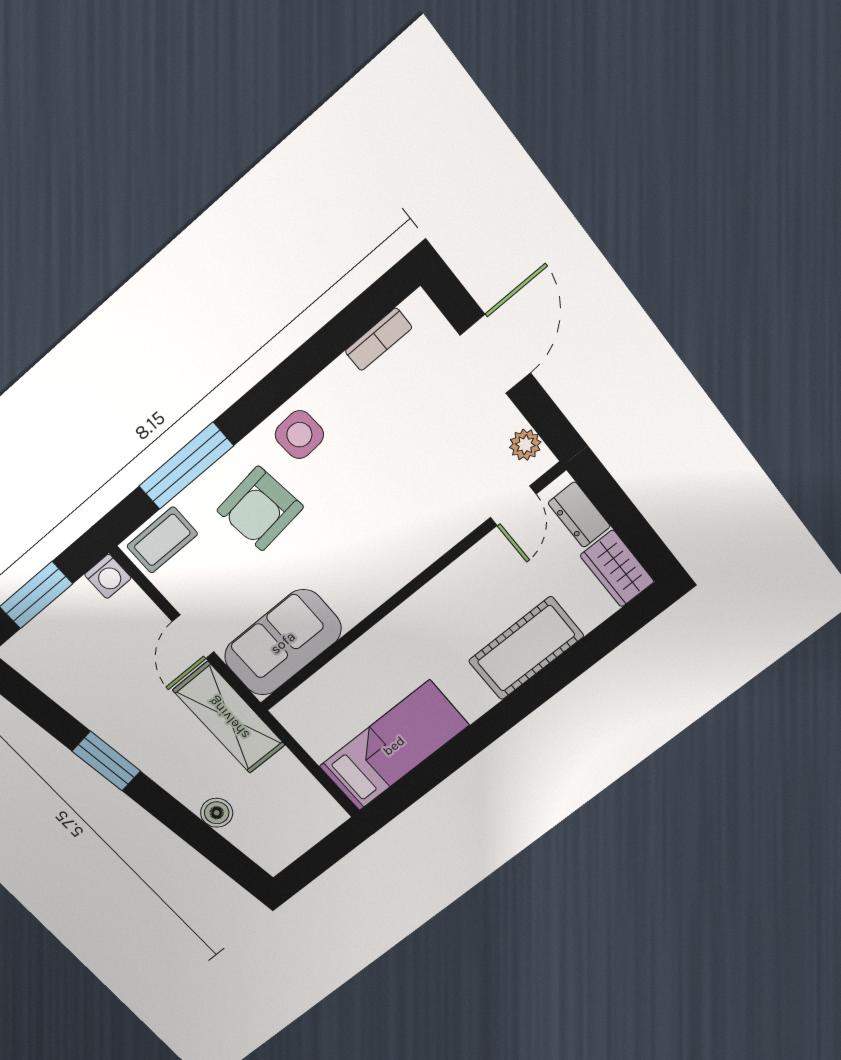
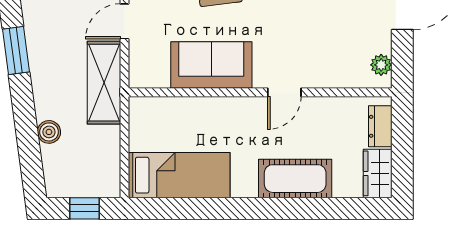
door: (513, 506) -> (284, 92), moved
sofa: (283, 643) -> (211, 65), moved
window: (322, 856) -> (85, 208), added

